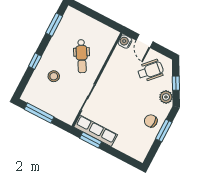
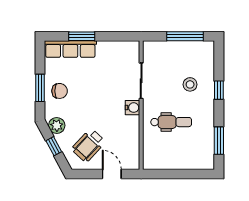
water cooler: (125, 42) -> (132, 108), moved
dental chair: (82, 56) -> (171, 122), turned 120
row of seats: (96, 131) -> (70, 49), moved
window: (91, 140) -> (82, 36), moved

